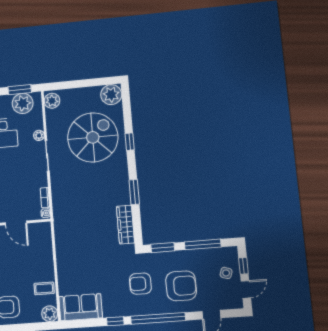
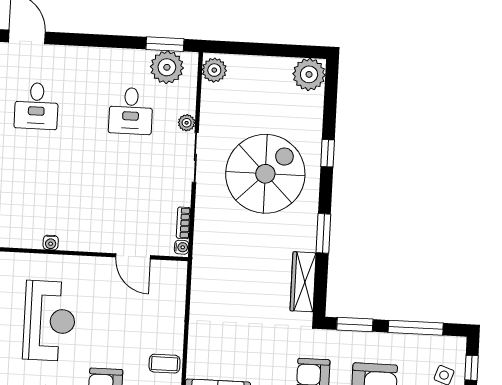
spiral stairs: (93, 137) -> (265, 174), moved

